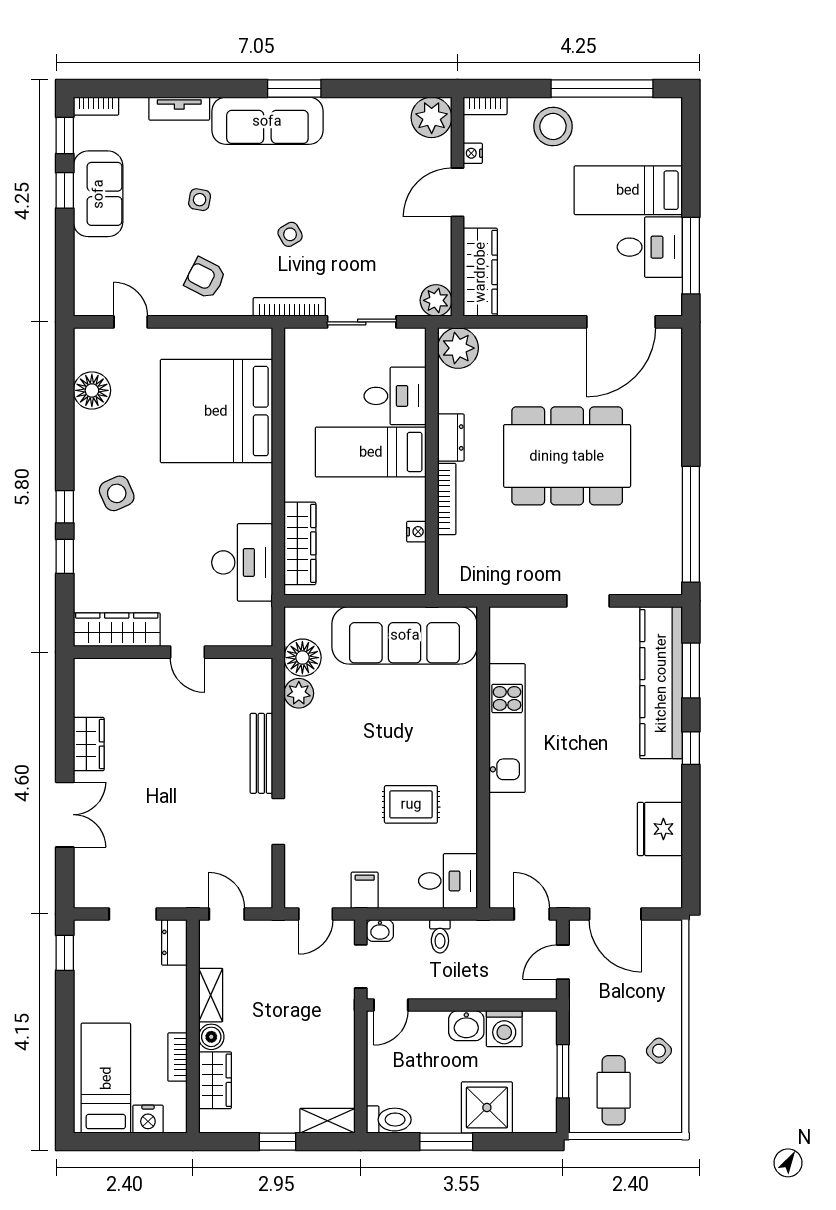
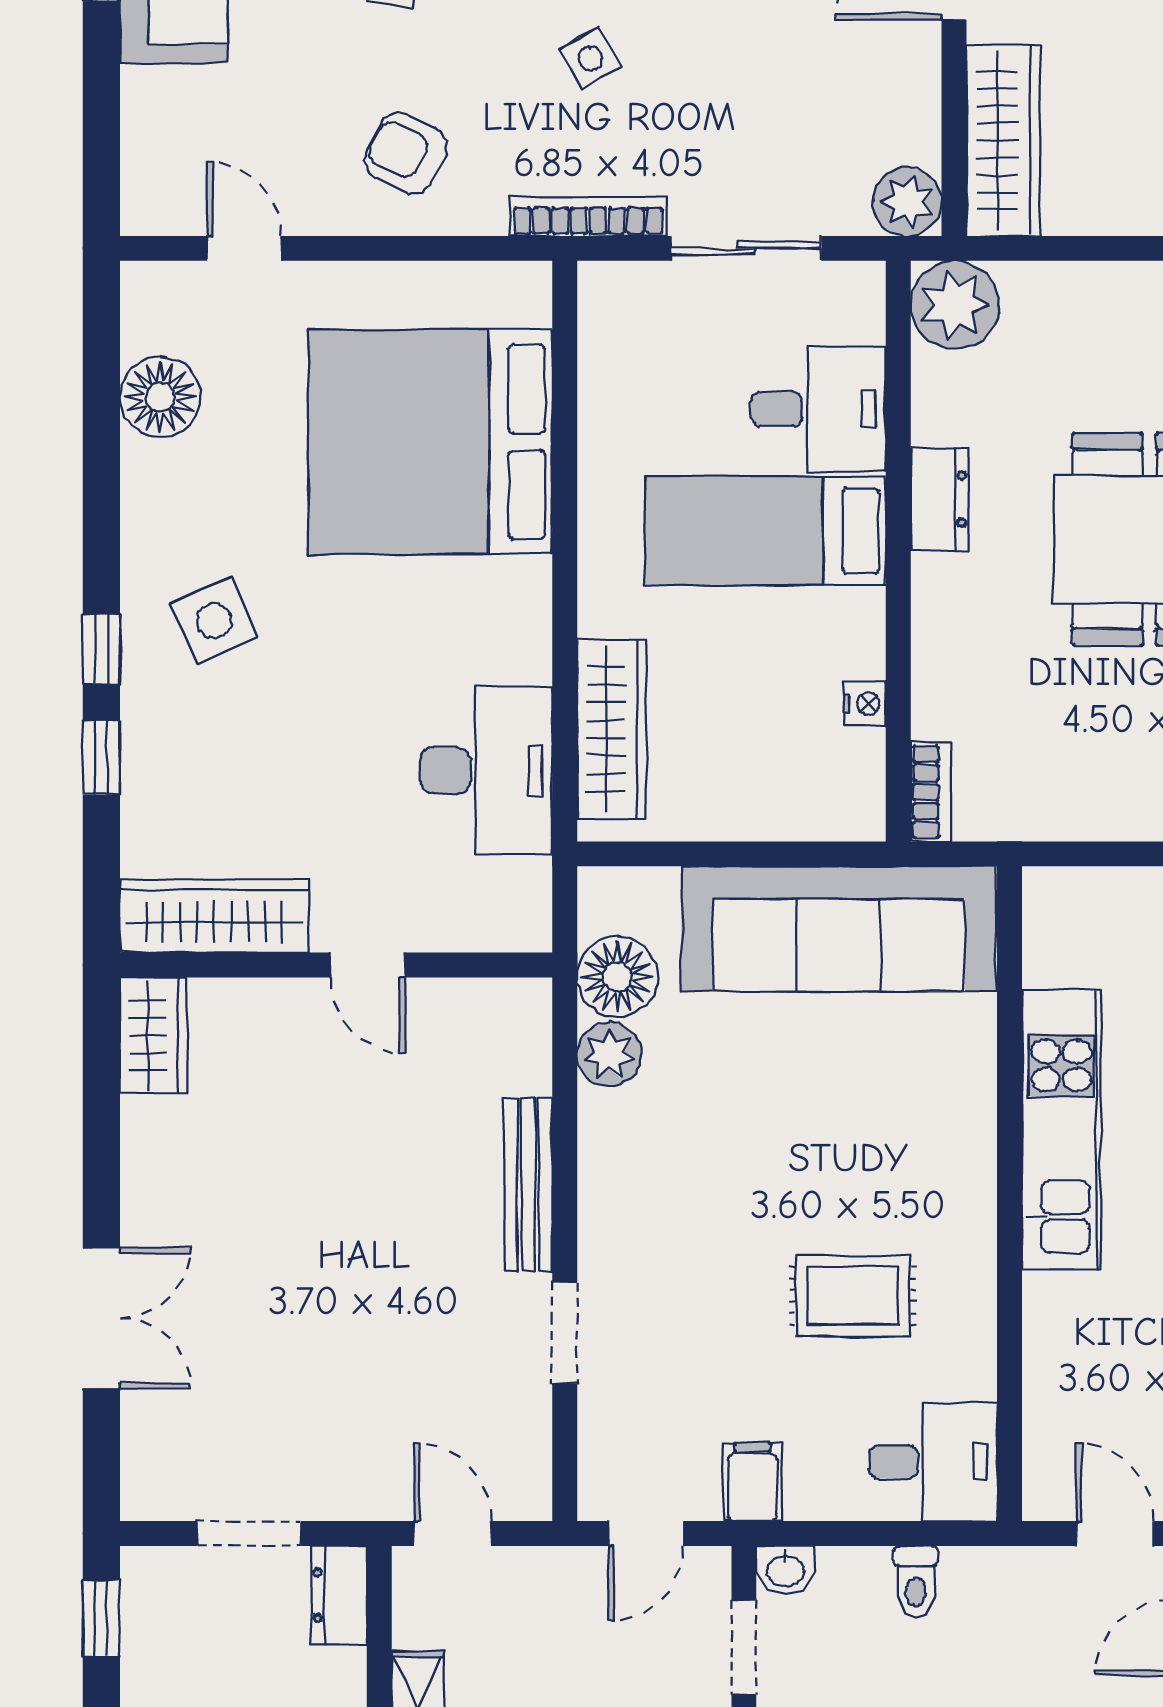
bookcase: (447, 499) -> (931, 792), moved, width x0.64
wardrobe: (89, 744) -> (153, 1035), moved

